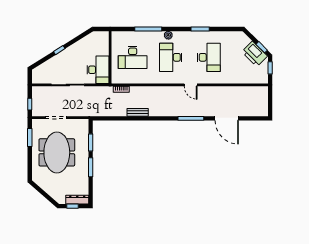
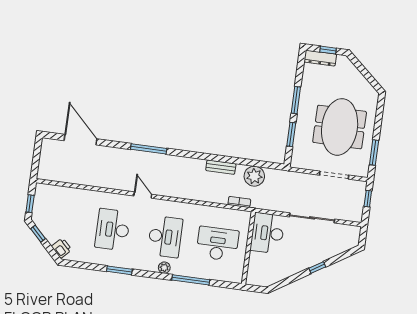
printer: (255, 54) -> (62, 248), moved, width x0.53, depth x0.68
plant: (113, 109) -> (254, 176), added
door: (227, 118) -> (80, 140), moved

